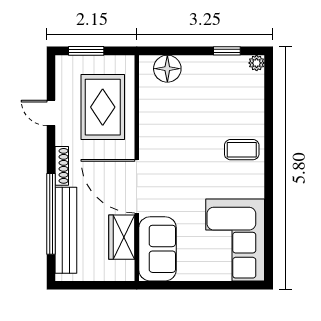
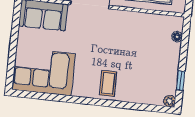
floor lamp: (167, 69) -> (177, 37), width x0.53, depth x0.53

